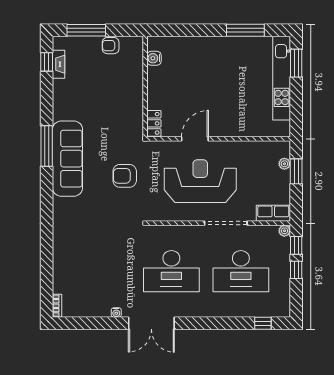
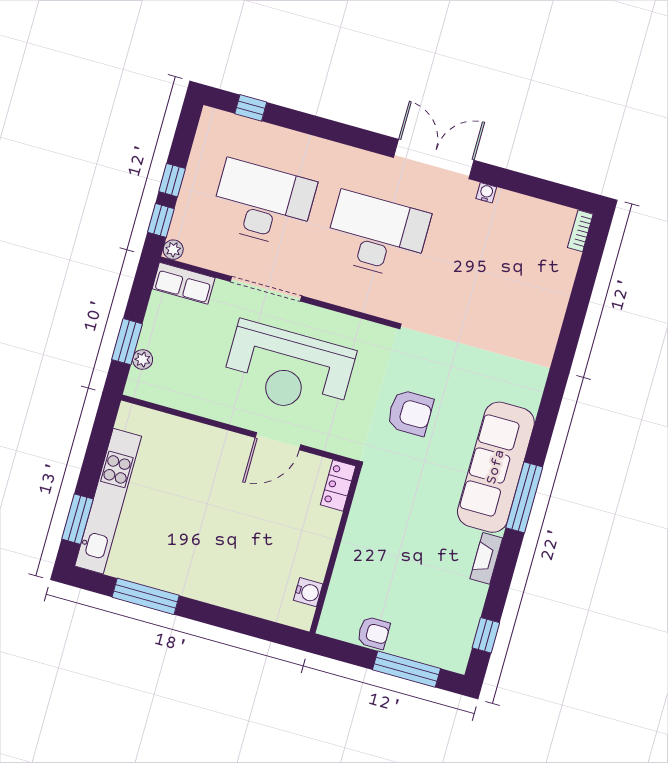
fireplace: (59, 64) -> (486, 558), moved

